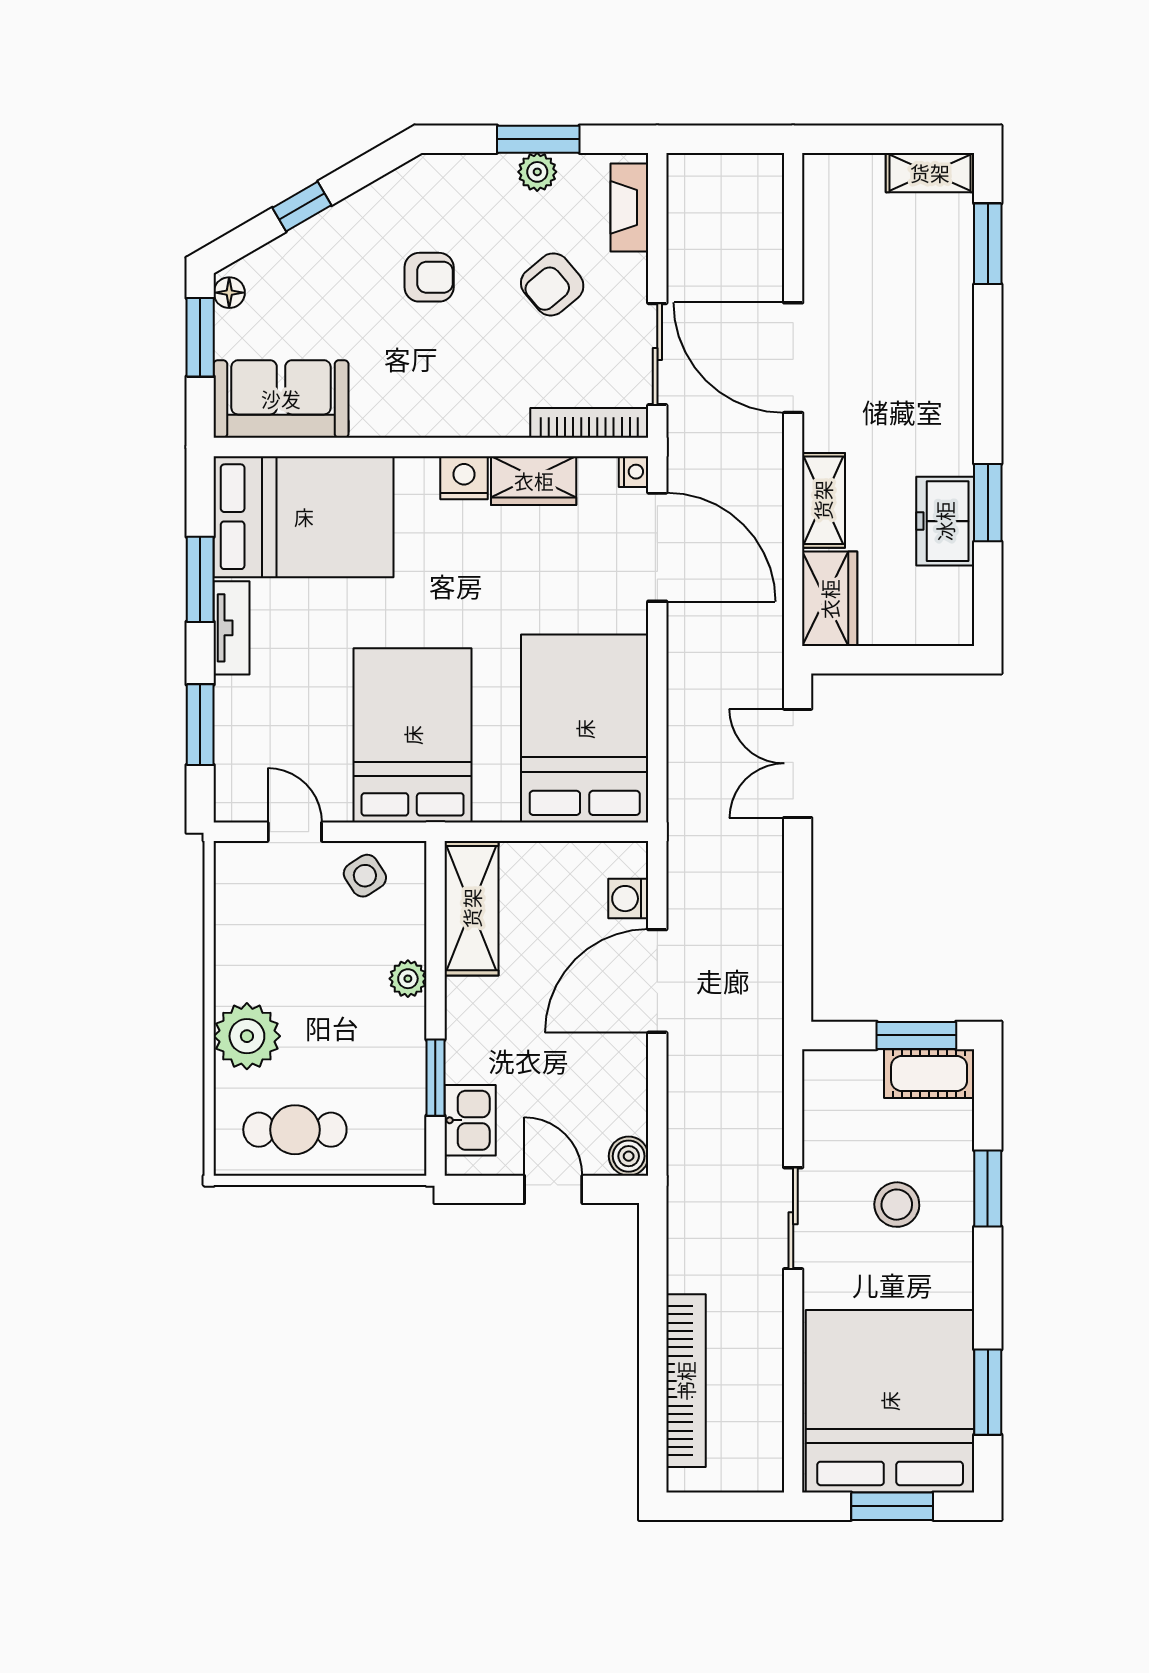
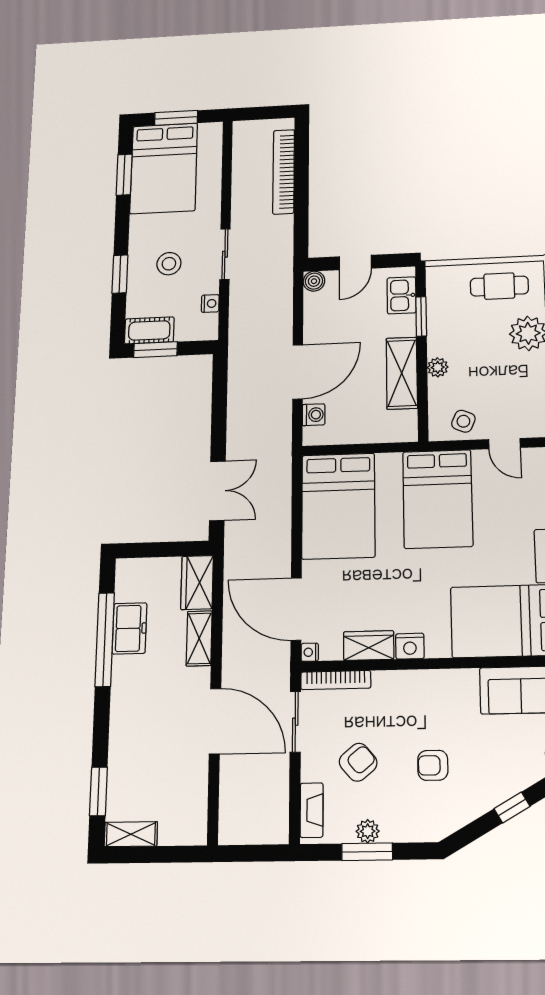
window: (988, 503) -> (105, 640), width x2.11
side table: (365, 876) -> (463, 421), turned -34
shelving: (472, 908) -> (402, 373), moved
nightstand: (818, 1121) -> (210, 303), added
door: (553, 1189) -> (355, 262), hinge flipped
bed: (890, 1401) -> (164, 168), width x0.73

